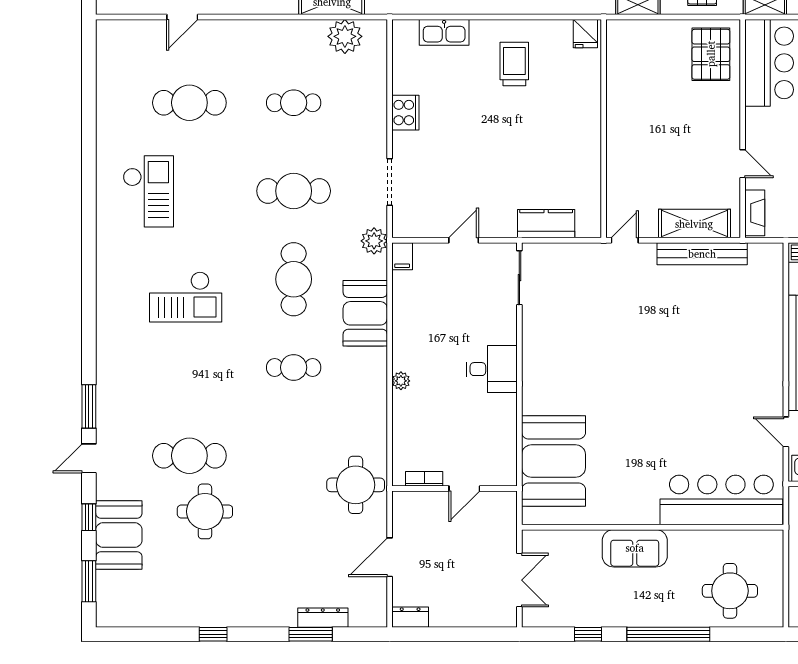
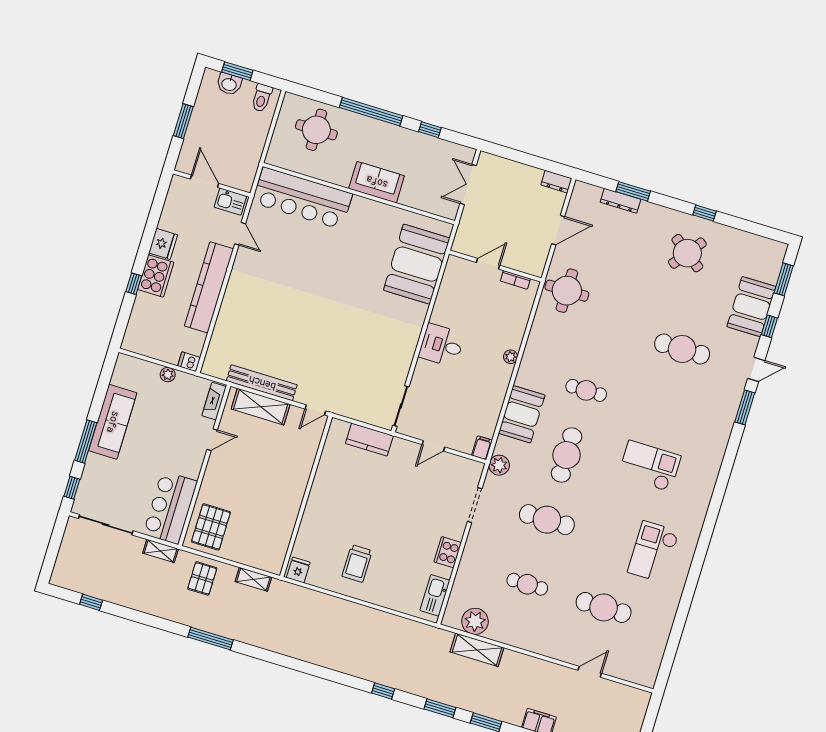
kitchen sink: (444, 32) -> (435, 595), moved, turned -90
door: (743, 164) -> (212, 440), swing flipped
round table: (205, 511) -> (687, 253), moved, turned 37

